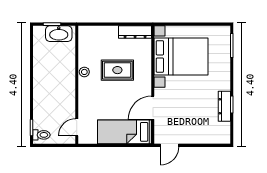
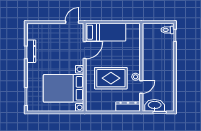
dresser: (135, 32) -> (128, 107), moved
rug: (117, 70) -> (111, 78), width x1.36, depth x1.43
door: (77, 127) -> (141, 87), moved

